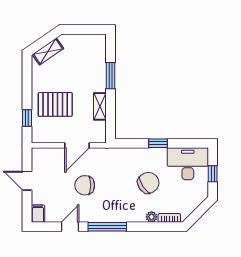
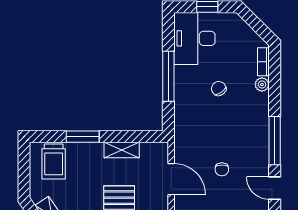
trolley: (91, 53) -> (54, 162), added
window: (158, 143) -> (168, 76), width x2.17
chair: (148, 183) -> (219, 89), width x0.54, depth x0.54
chair: (85, 185) -> (222, 169), width x0.54, depth x0.54

